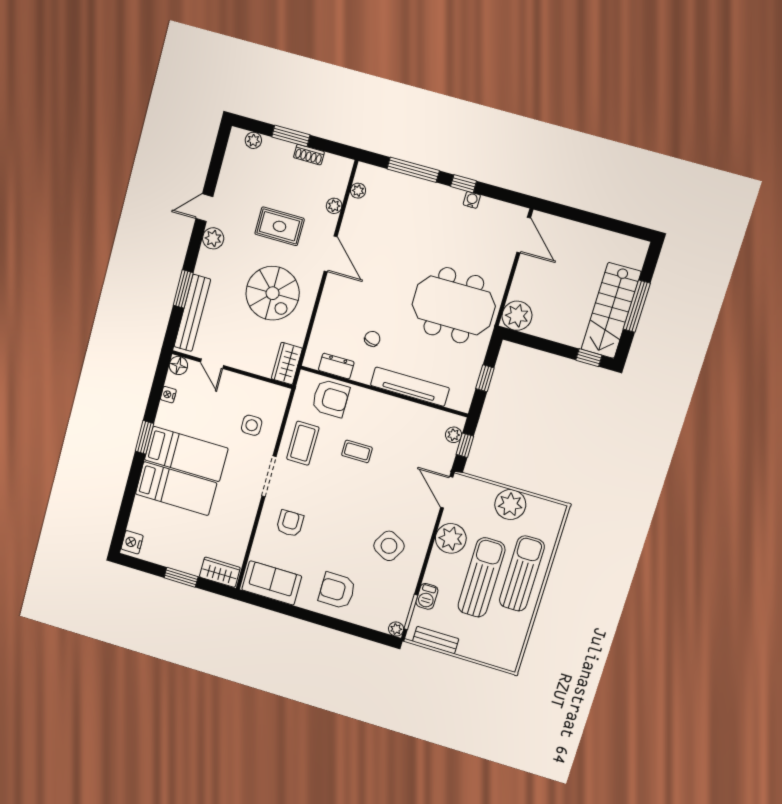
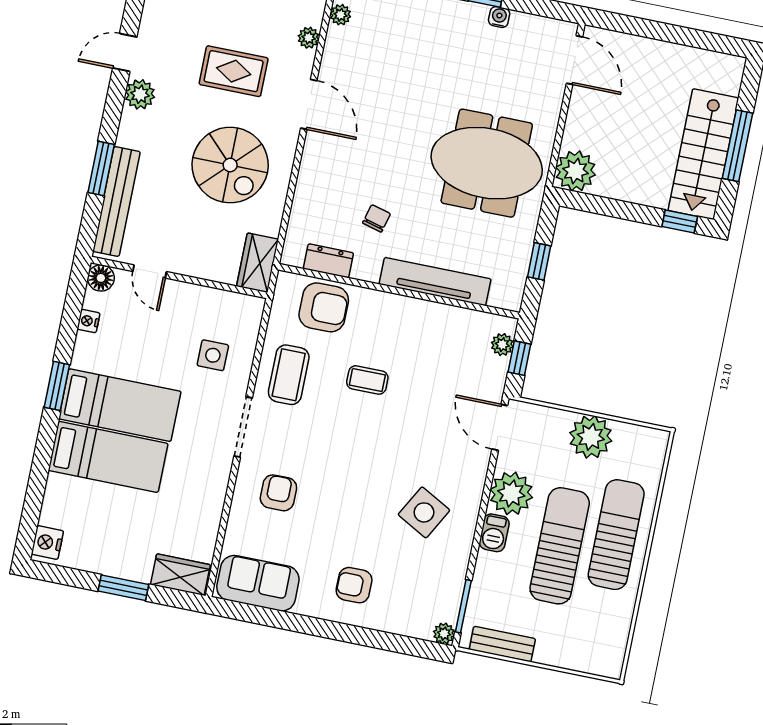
armchair: (337, 591) -> (354, 585), width x0.72, depth x0.72
barbecue: (427, 596) -> (494, 533), moved

